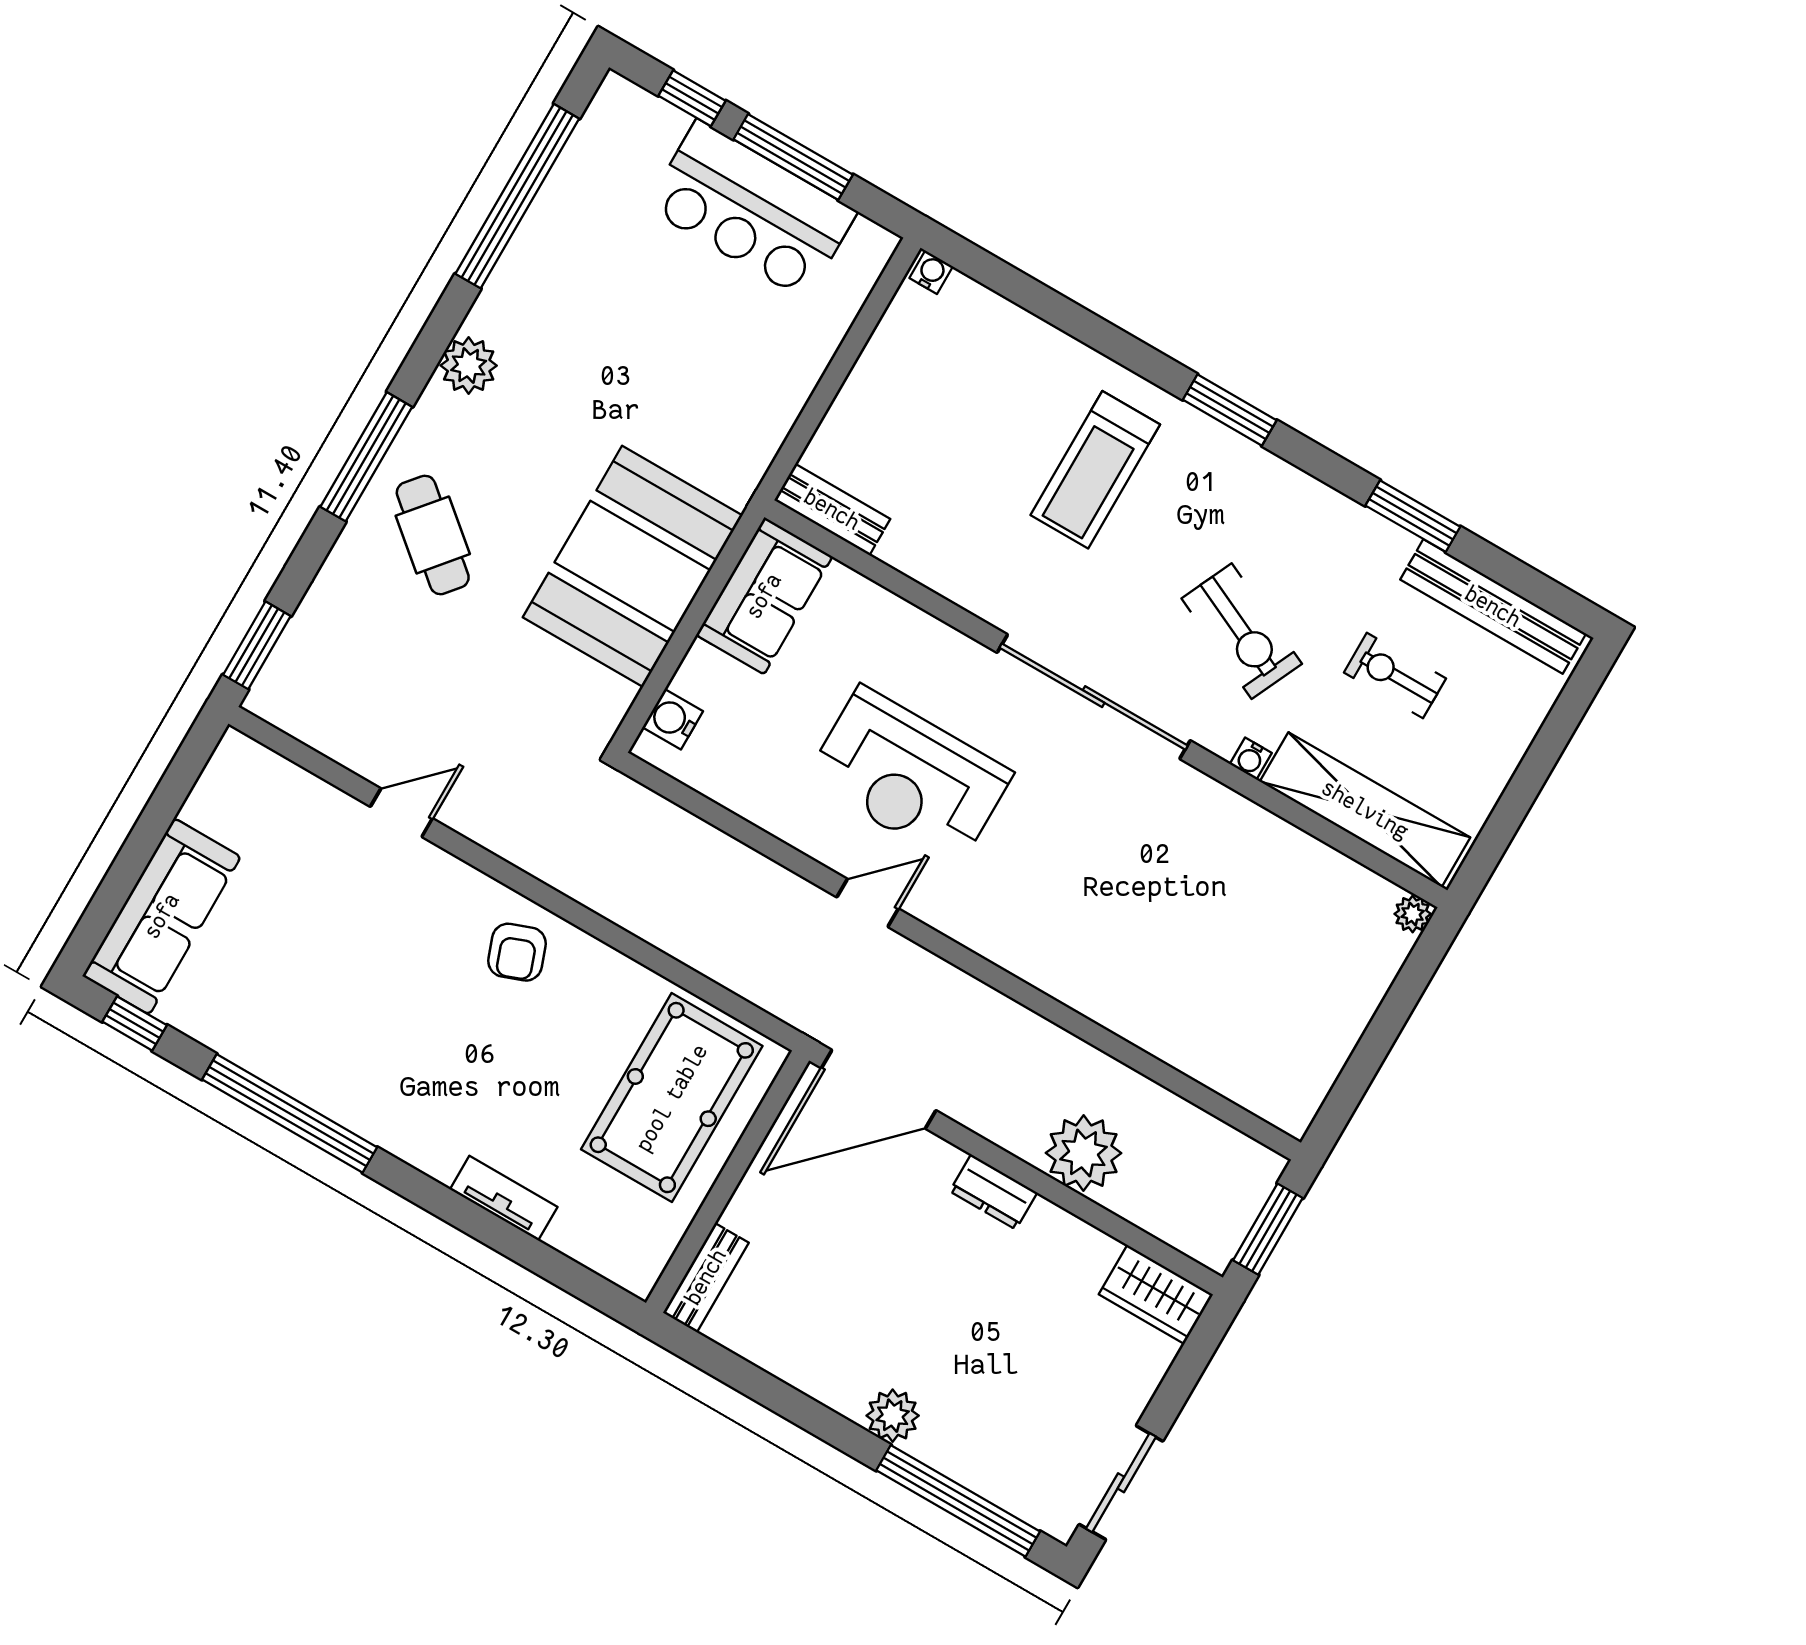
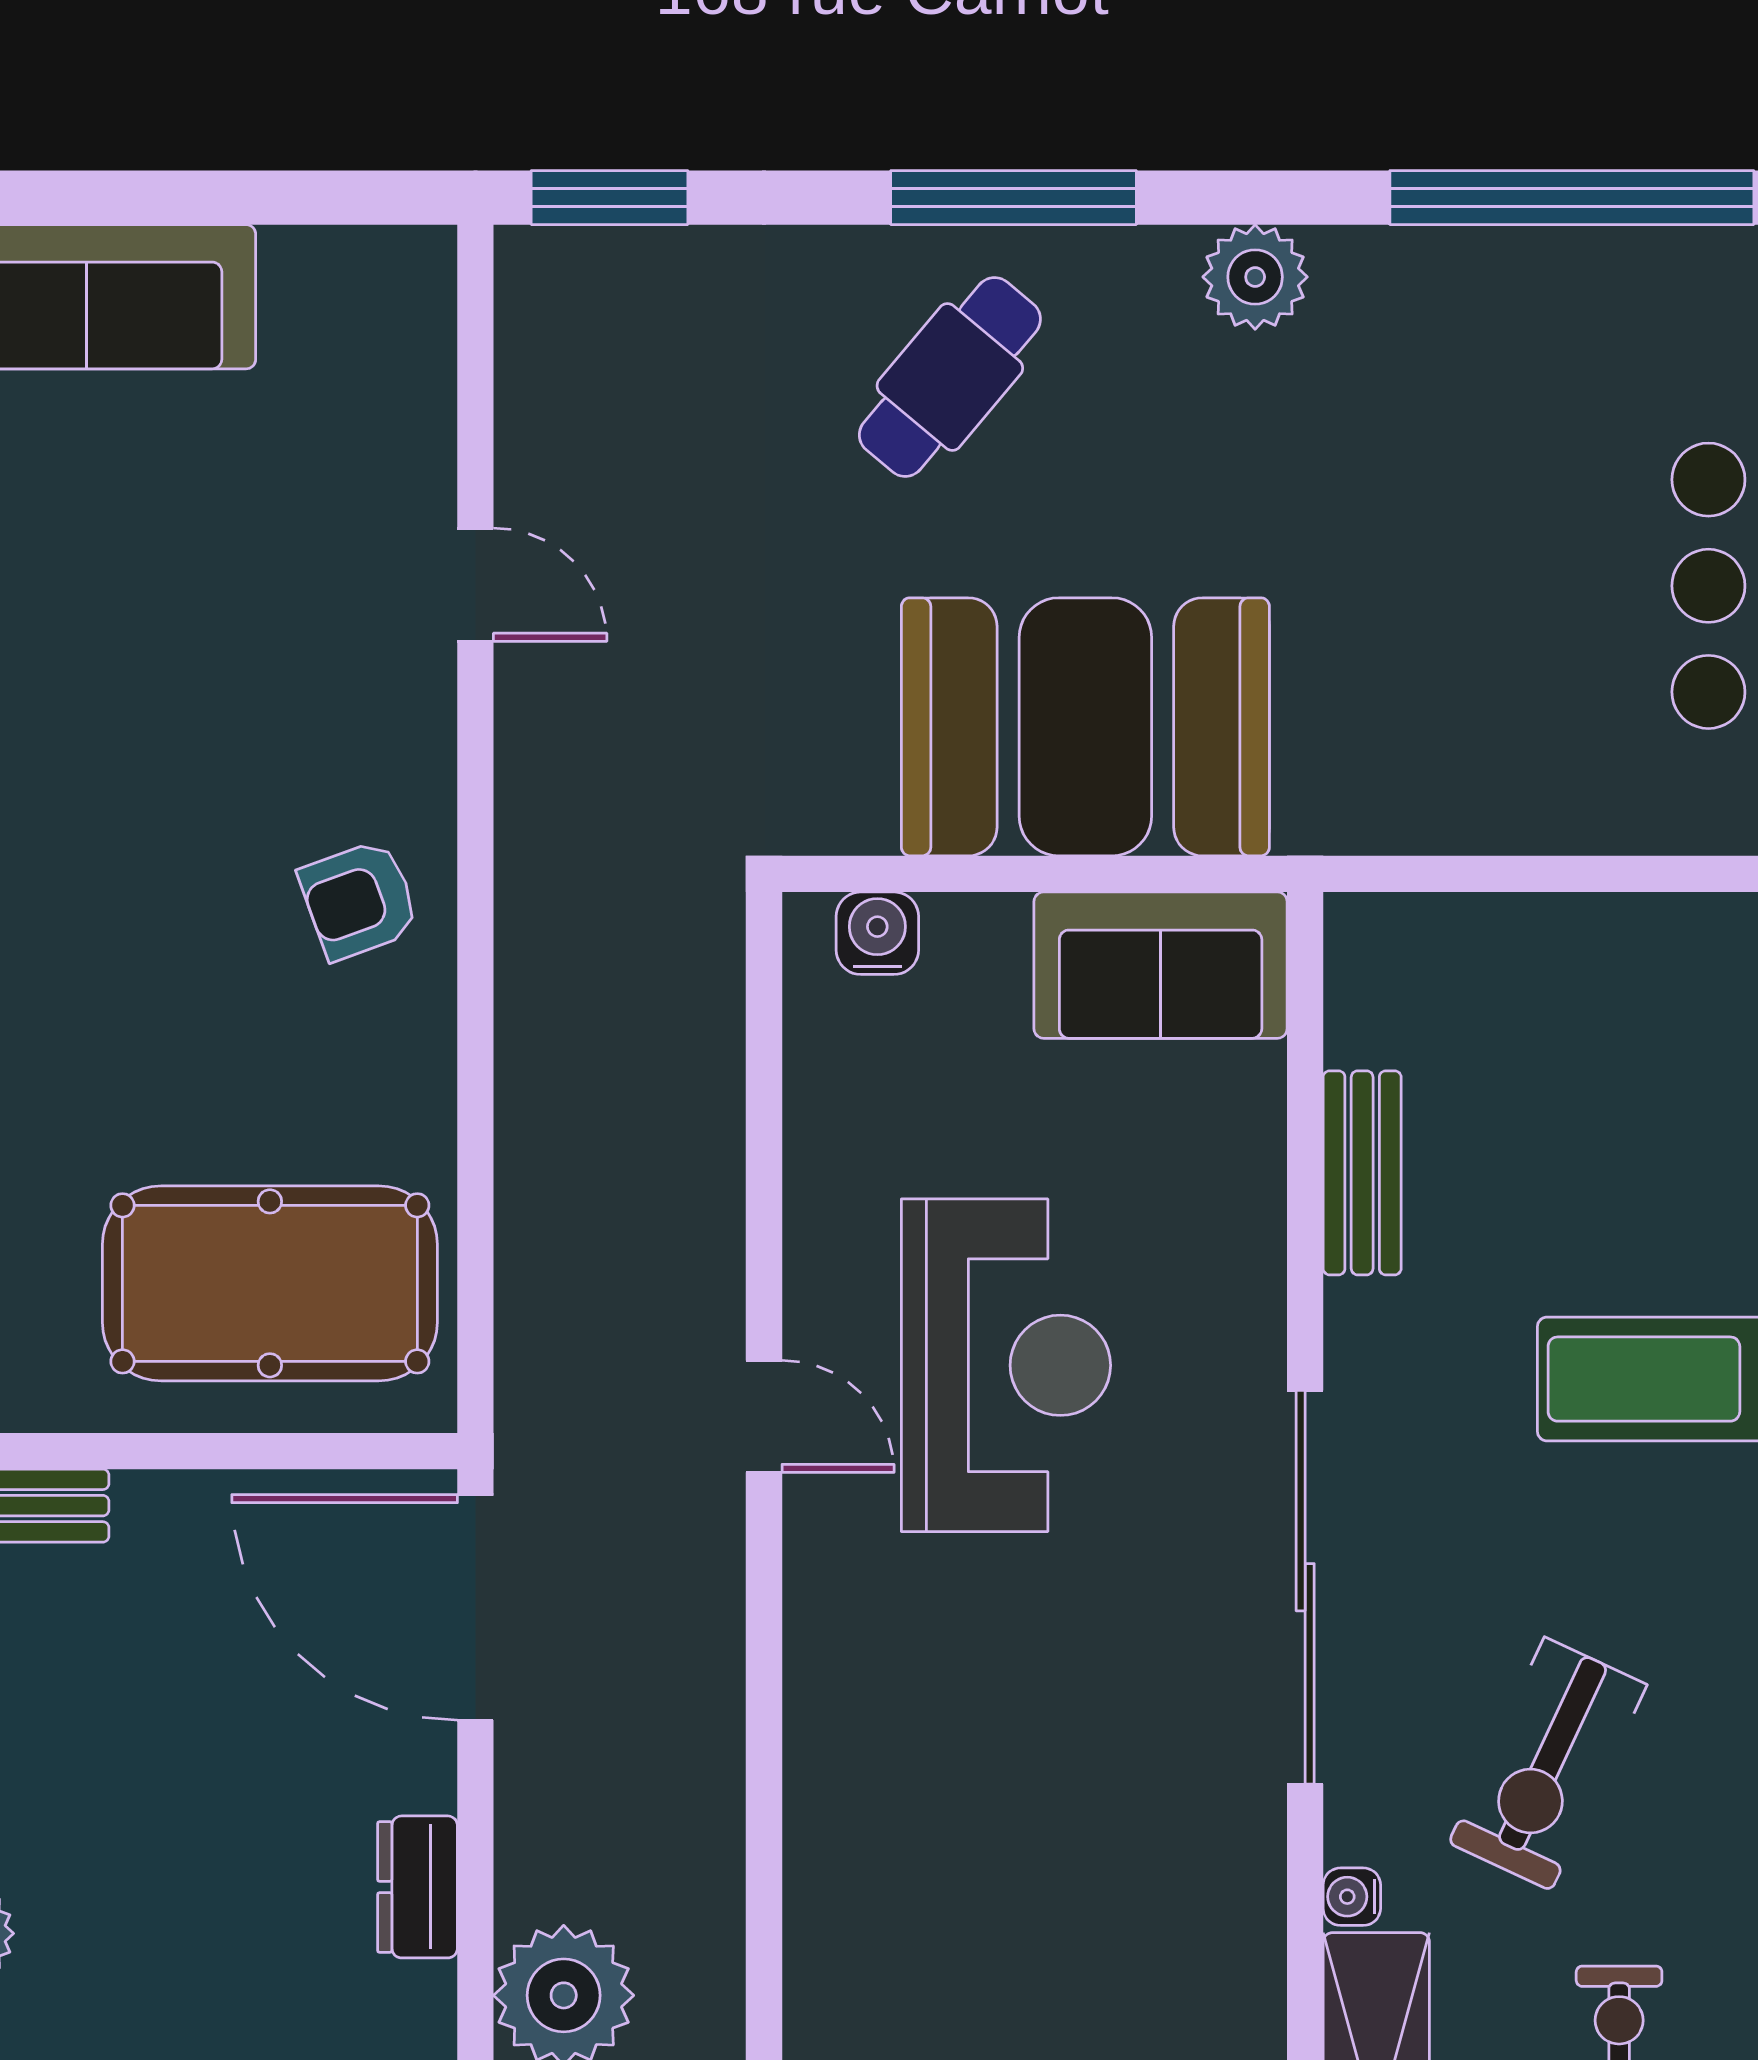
bench: (832, 510) -> (1362, 1173), moved
reception desk: (909, 776) -> (1006, 1365), turned 180

